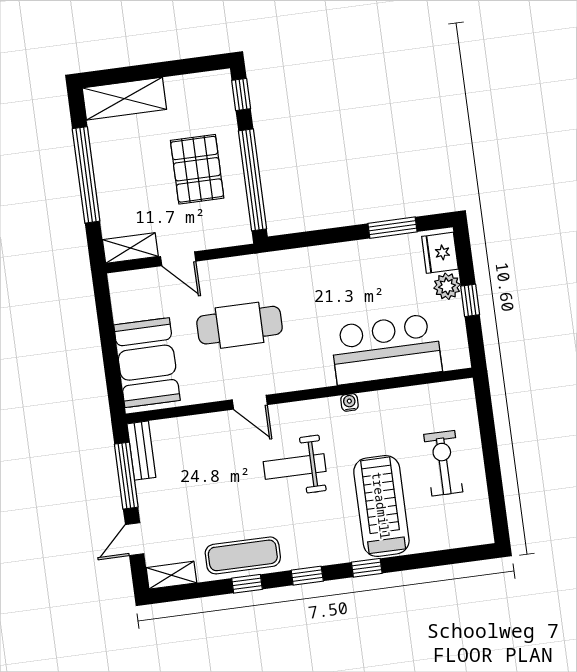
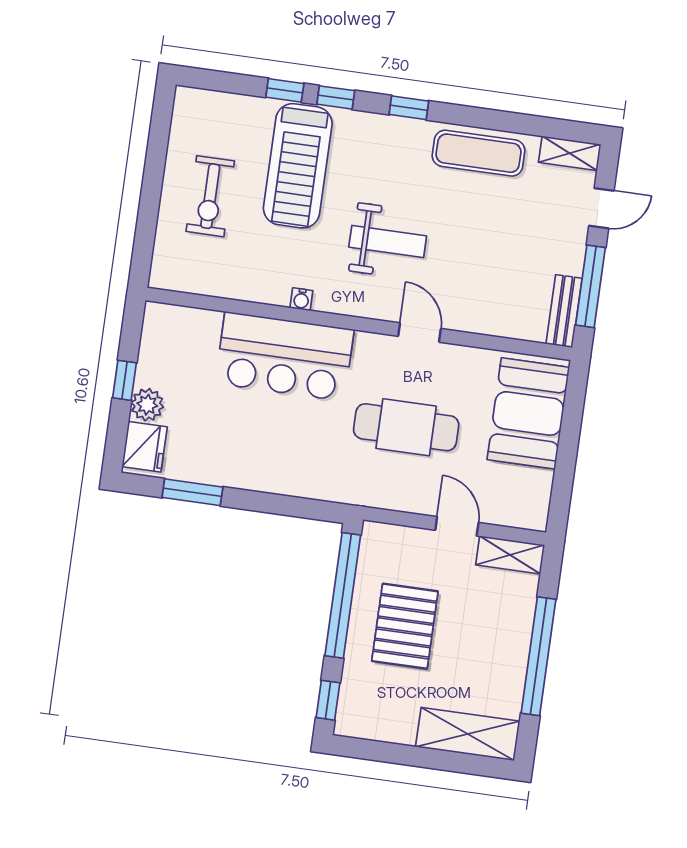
bar counter: (386, 349) -> (285, 356), moved
window: (247, 584) -> (285, 90), moved

